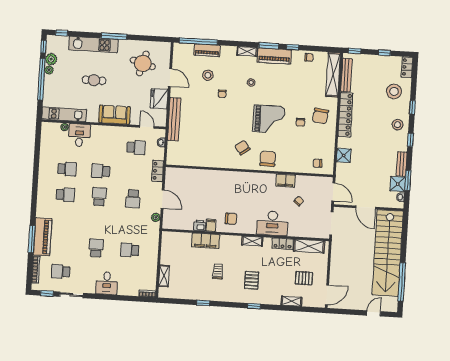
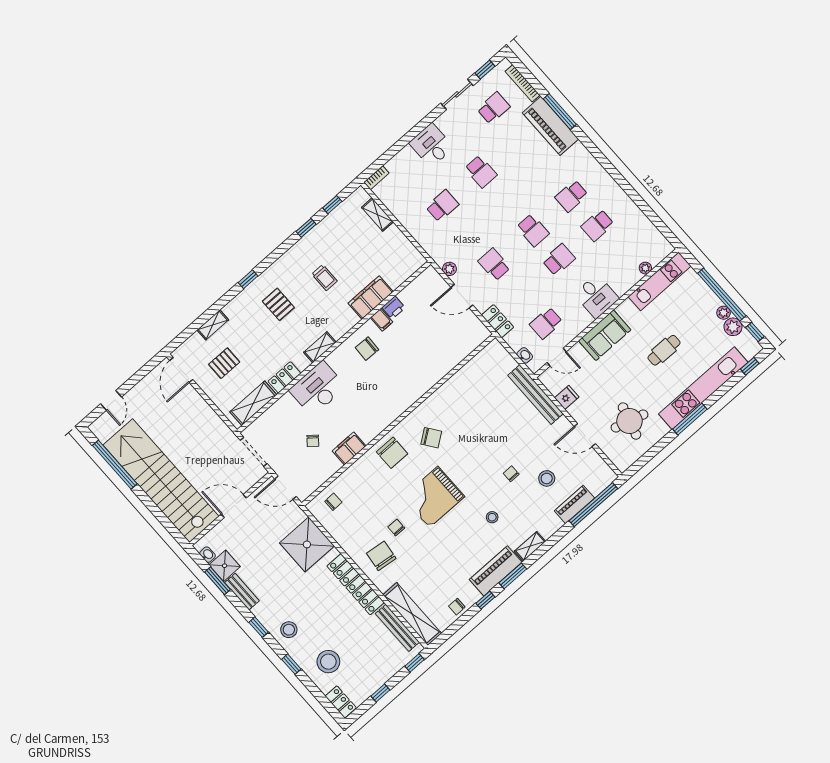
kitchen unit: (93, 44) -> (703, 388), width x1.36
fridge: (159, 99) -> (567, 397), width x0.53, depth x0.75
desk: (79, 135) -> (596, 296), moved
shower: (344, 155) -> (307, 544), width x1.86, depth x1.86
window: (180, 302) -> (332, 205), added

